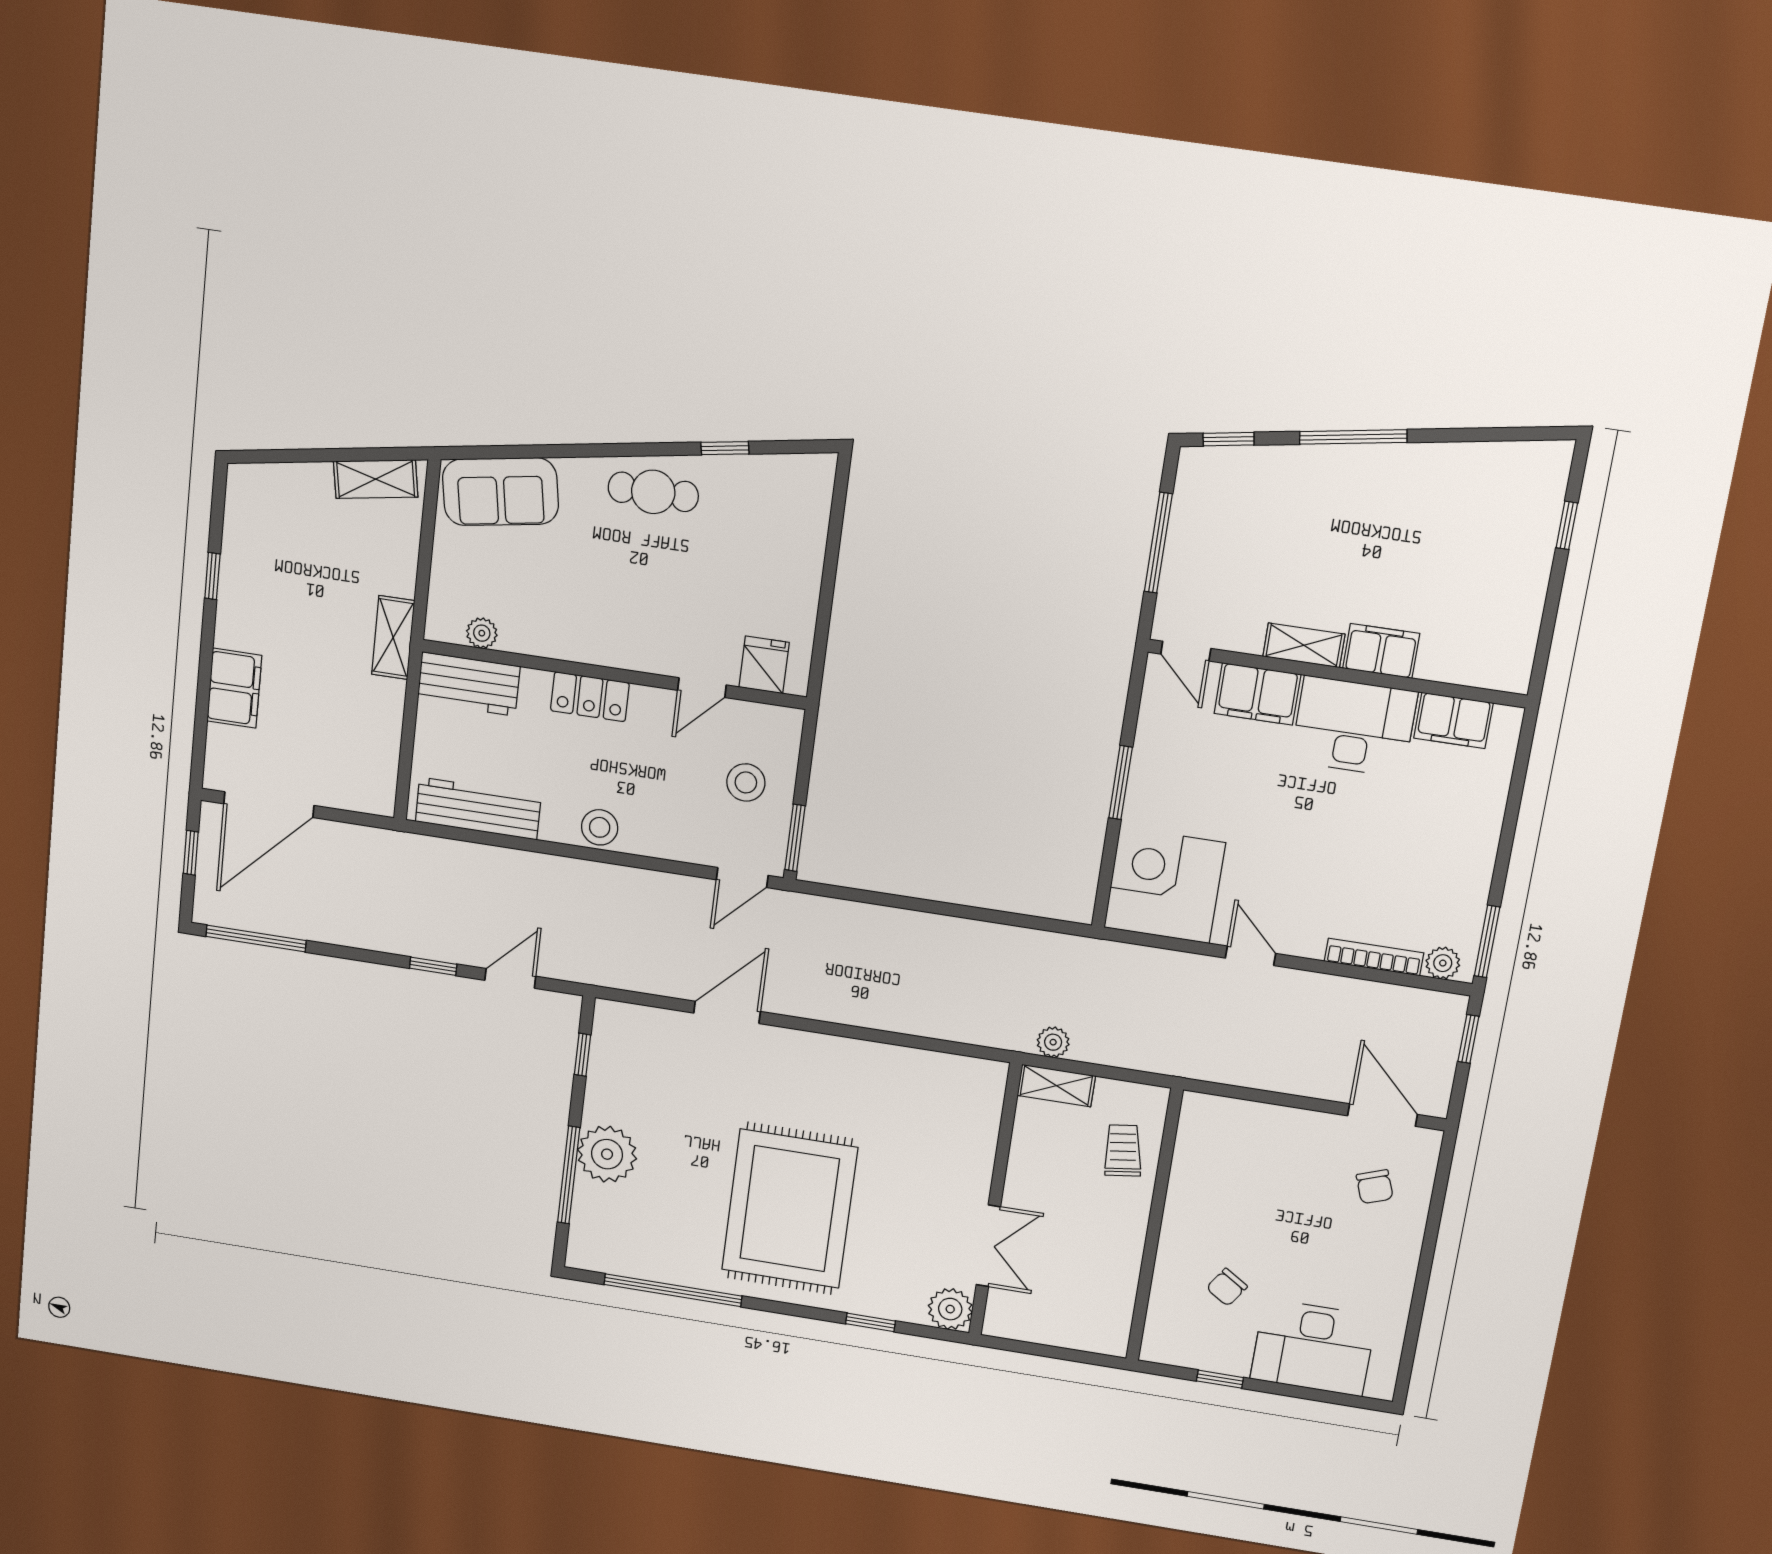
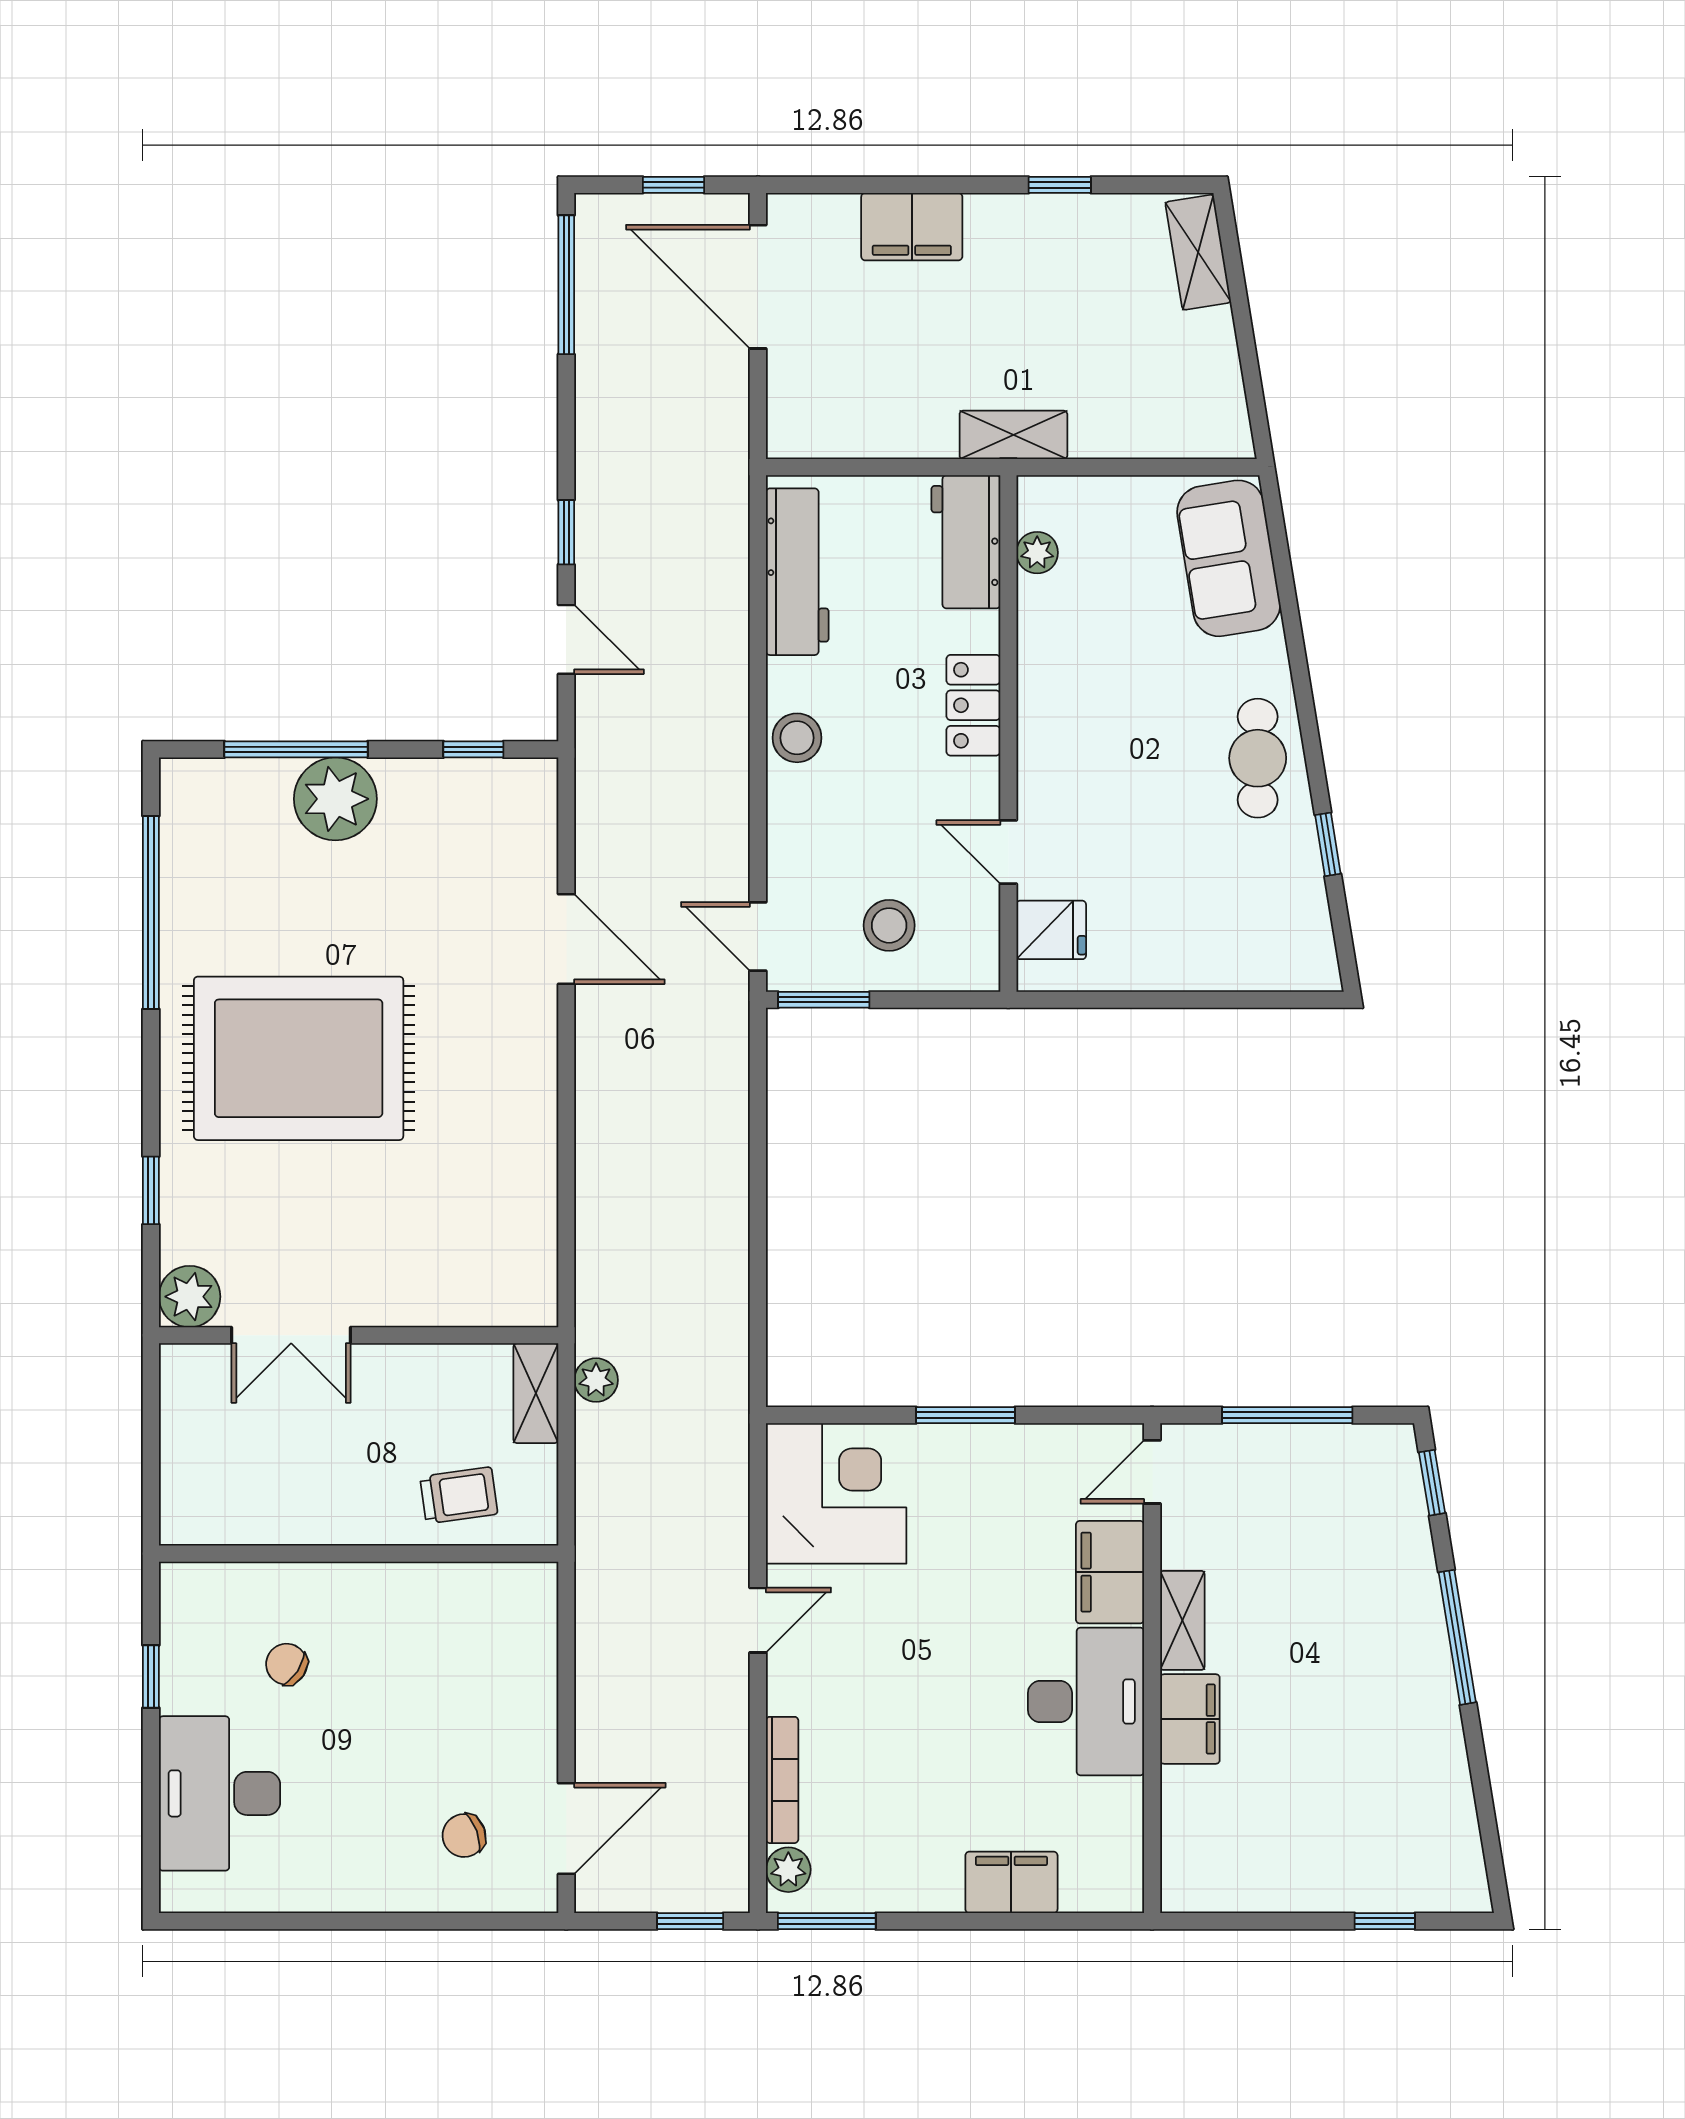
shelving: (376, 479) -> (1198, 252), moved
filing cabinet: (1453, 720) -> (1011, 1882), moved, turned 90

